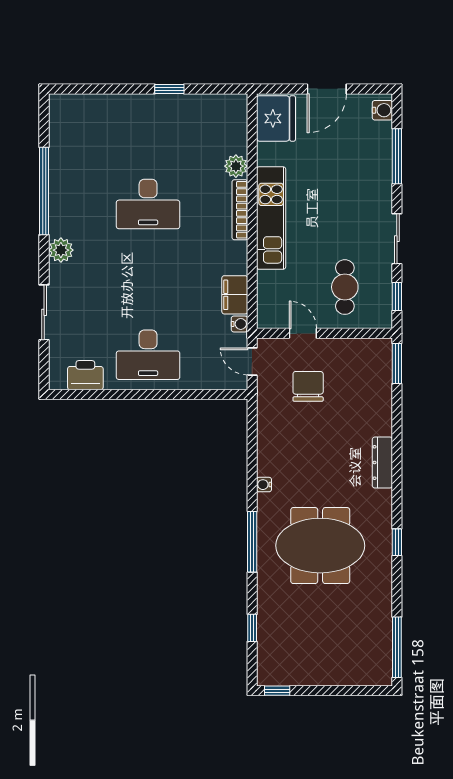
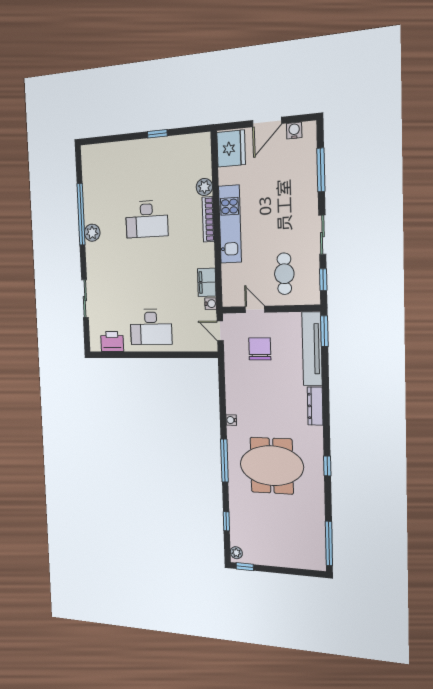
water cooler: (382, 110) -> (294, 131), moved, turned -90
plant: (61, 250) -> (92, 233), moved
tv unit: (380, 386) -> (312, 349), added
plant: (265, 672) -> (236, 553), added

